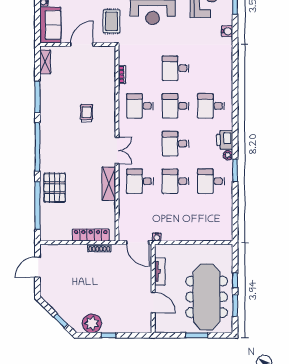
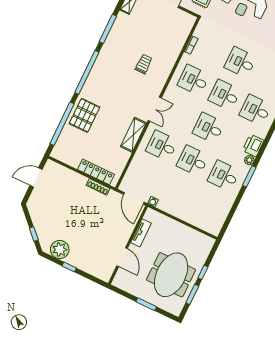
meeting table: (207, 297) -> (171, 275), width x0.73

